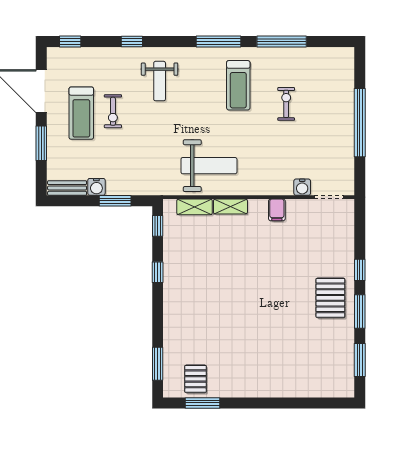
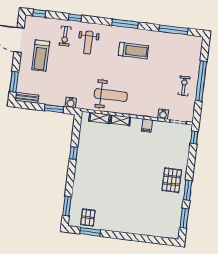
window: (282, 41) -> (174, 30), moved
treadmill: (238, 85) -> (133, 51), turned -90
exercise bike: (286, 104) -> (184, 86), moved
exercise bike: (113, 111) -> (65, 36), moved
window: (41, 143) -> (14, 82), moved
water cooler: (96, 187) -> (71, 103), moved
window: (158, 226) -> (77, 126), removed
window: (360, 270) -> (194, 137), moved

